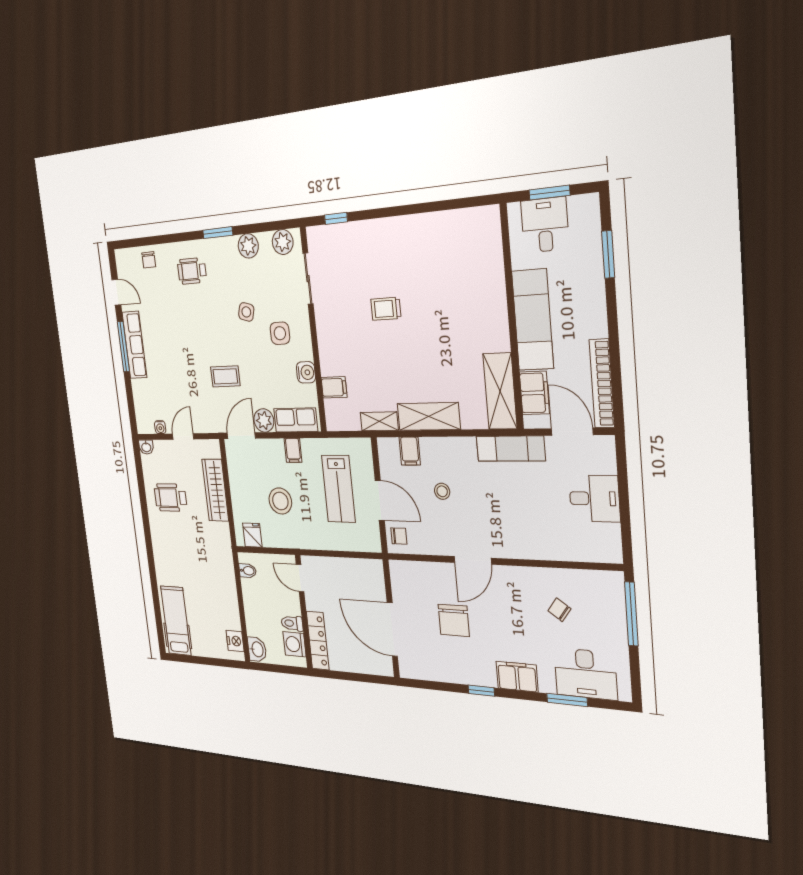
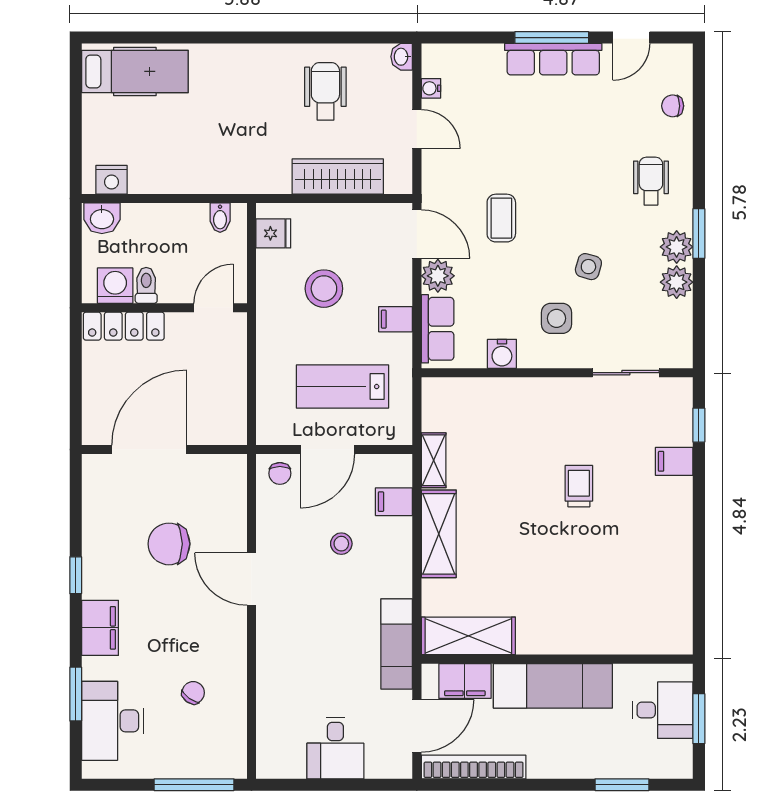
plant: (283, 242) -> (677, 247), moved
filing cabinet: (334, 387) -> (674, 461), moved, turned 90

